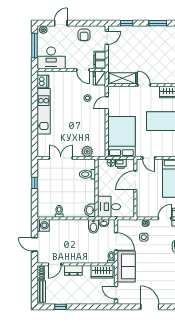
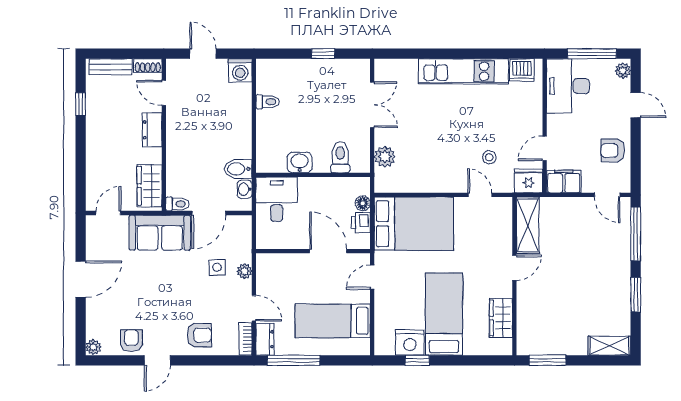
window: (127, 23) -> (636, 234), width x2.17
washbasin: (90, 210) -> (300, 162), moved
door: (35, 244) -> (203, 54), hinge flipped

